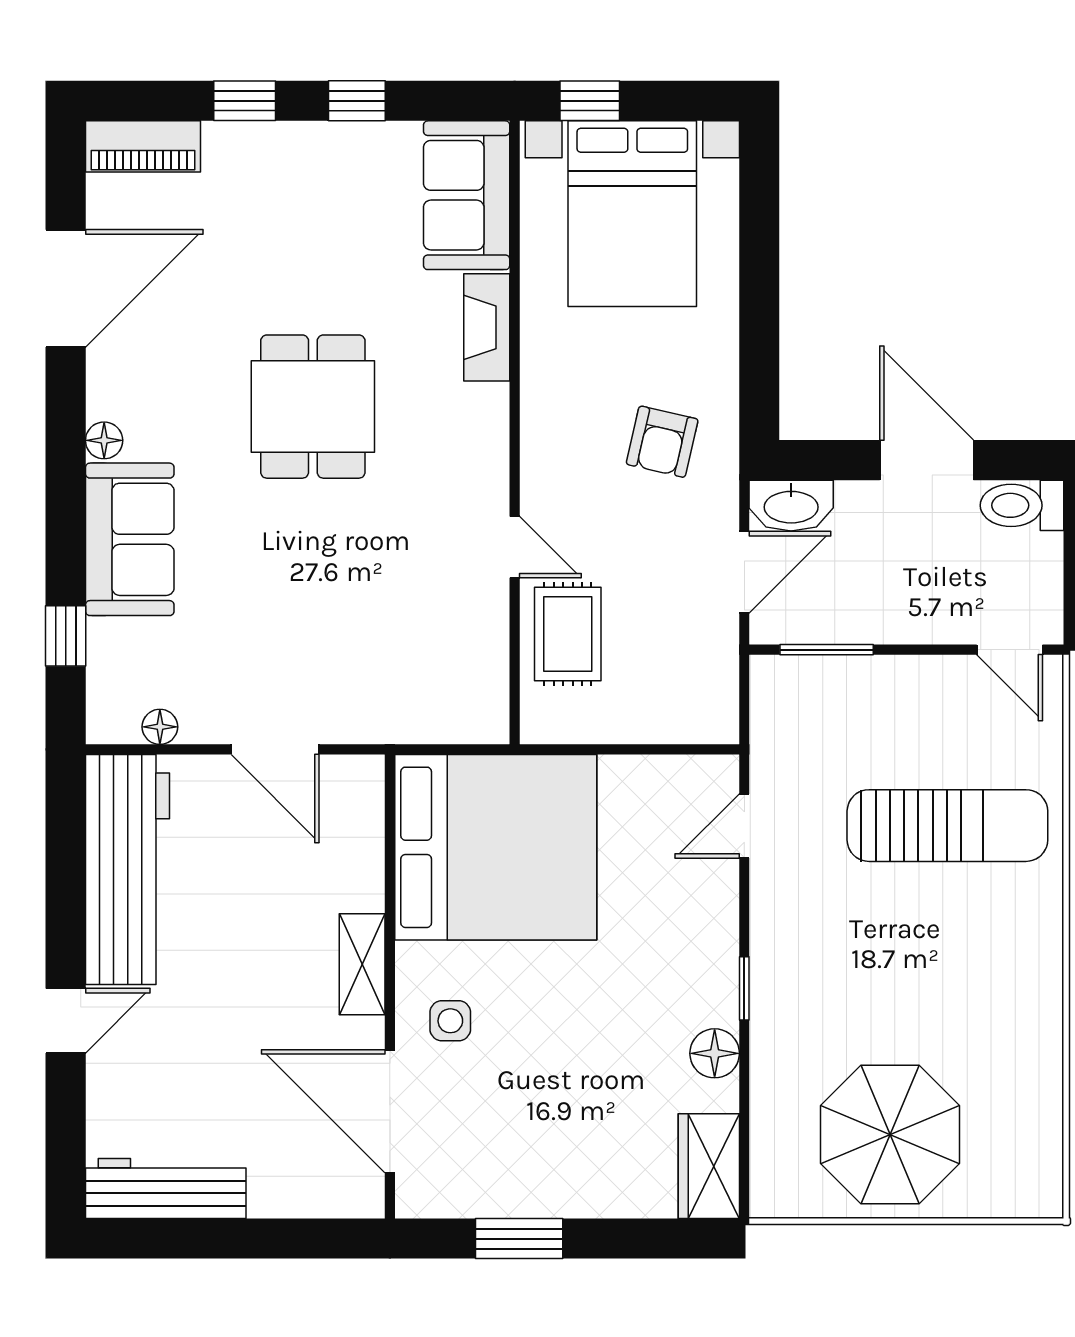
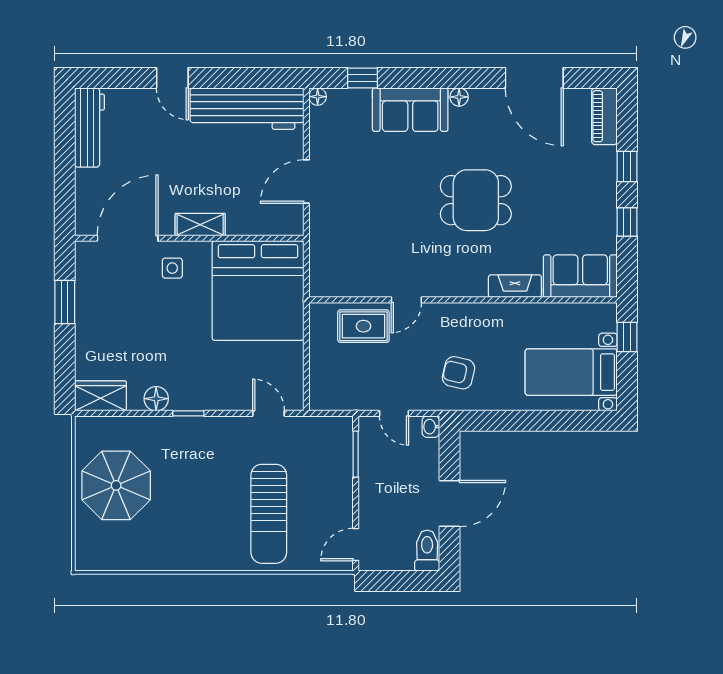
bed with nightstands: (632, 214) -> (571, 372), width x0.73
washbasin: (791, 506) -> (431, 427), width x0.52, depth x0.69
door: (744, 572) -> (394, 413), width x0.73
floor lamp: (160, 727) -> (318, 97), moved

